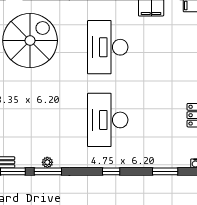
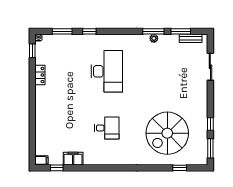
desk: (108, 47) -> (107, 128), width x0.53, depth x0.77
window: (111, 171) -> (89, 31), moved

